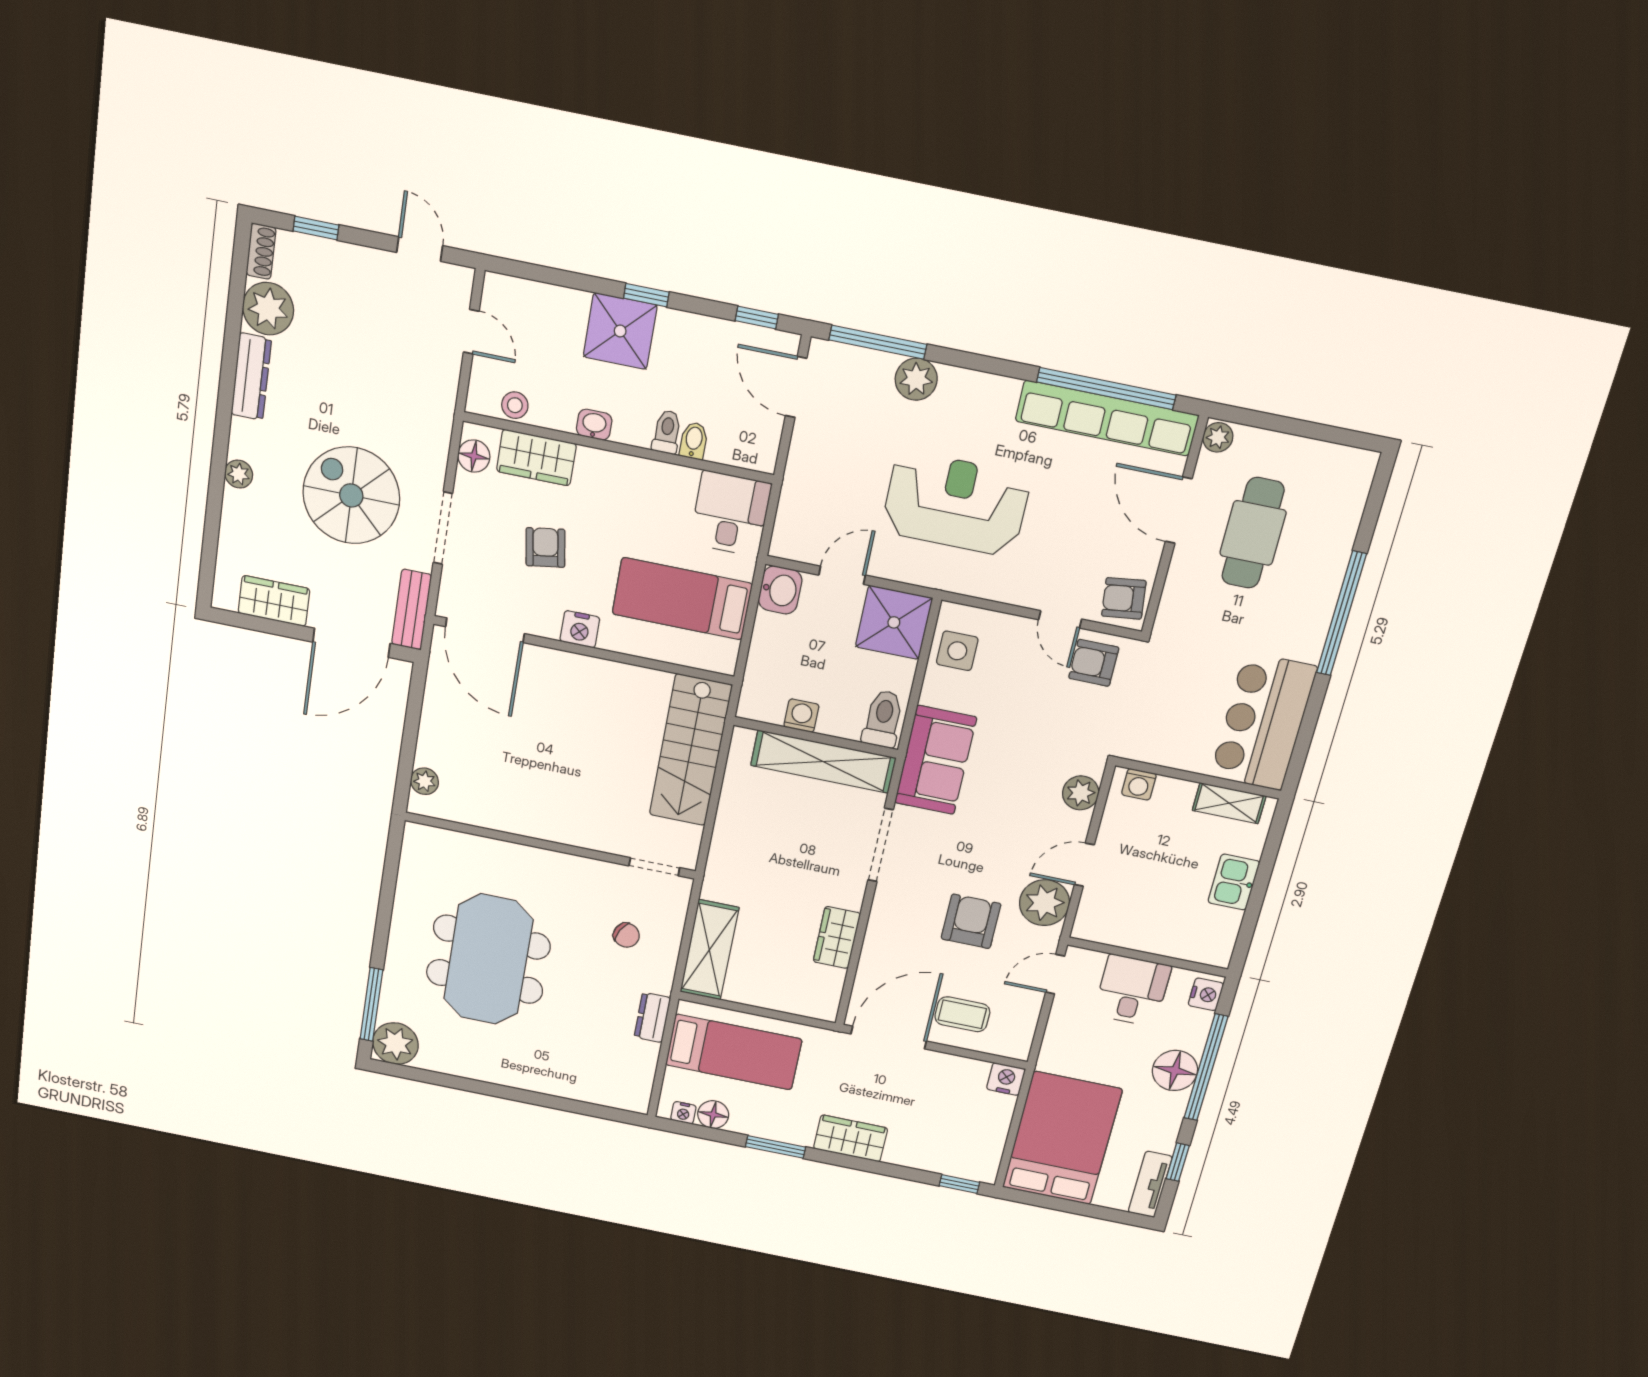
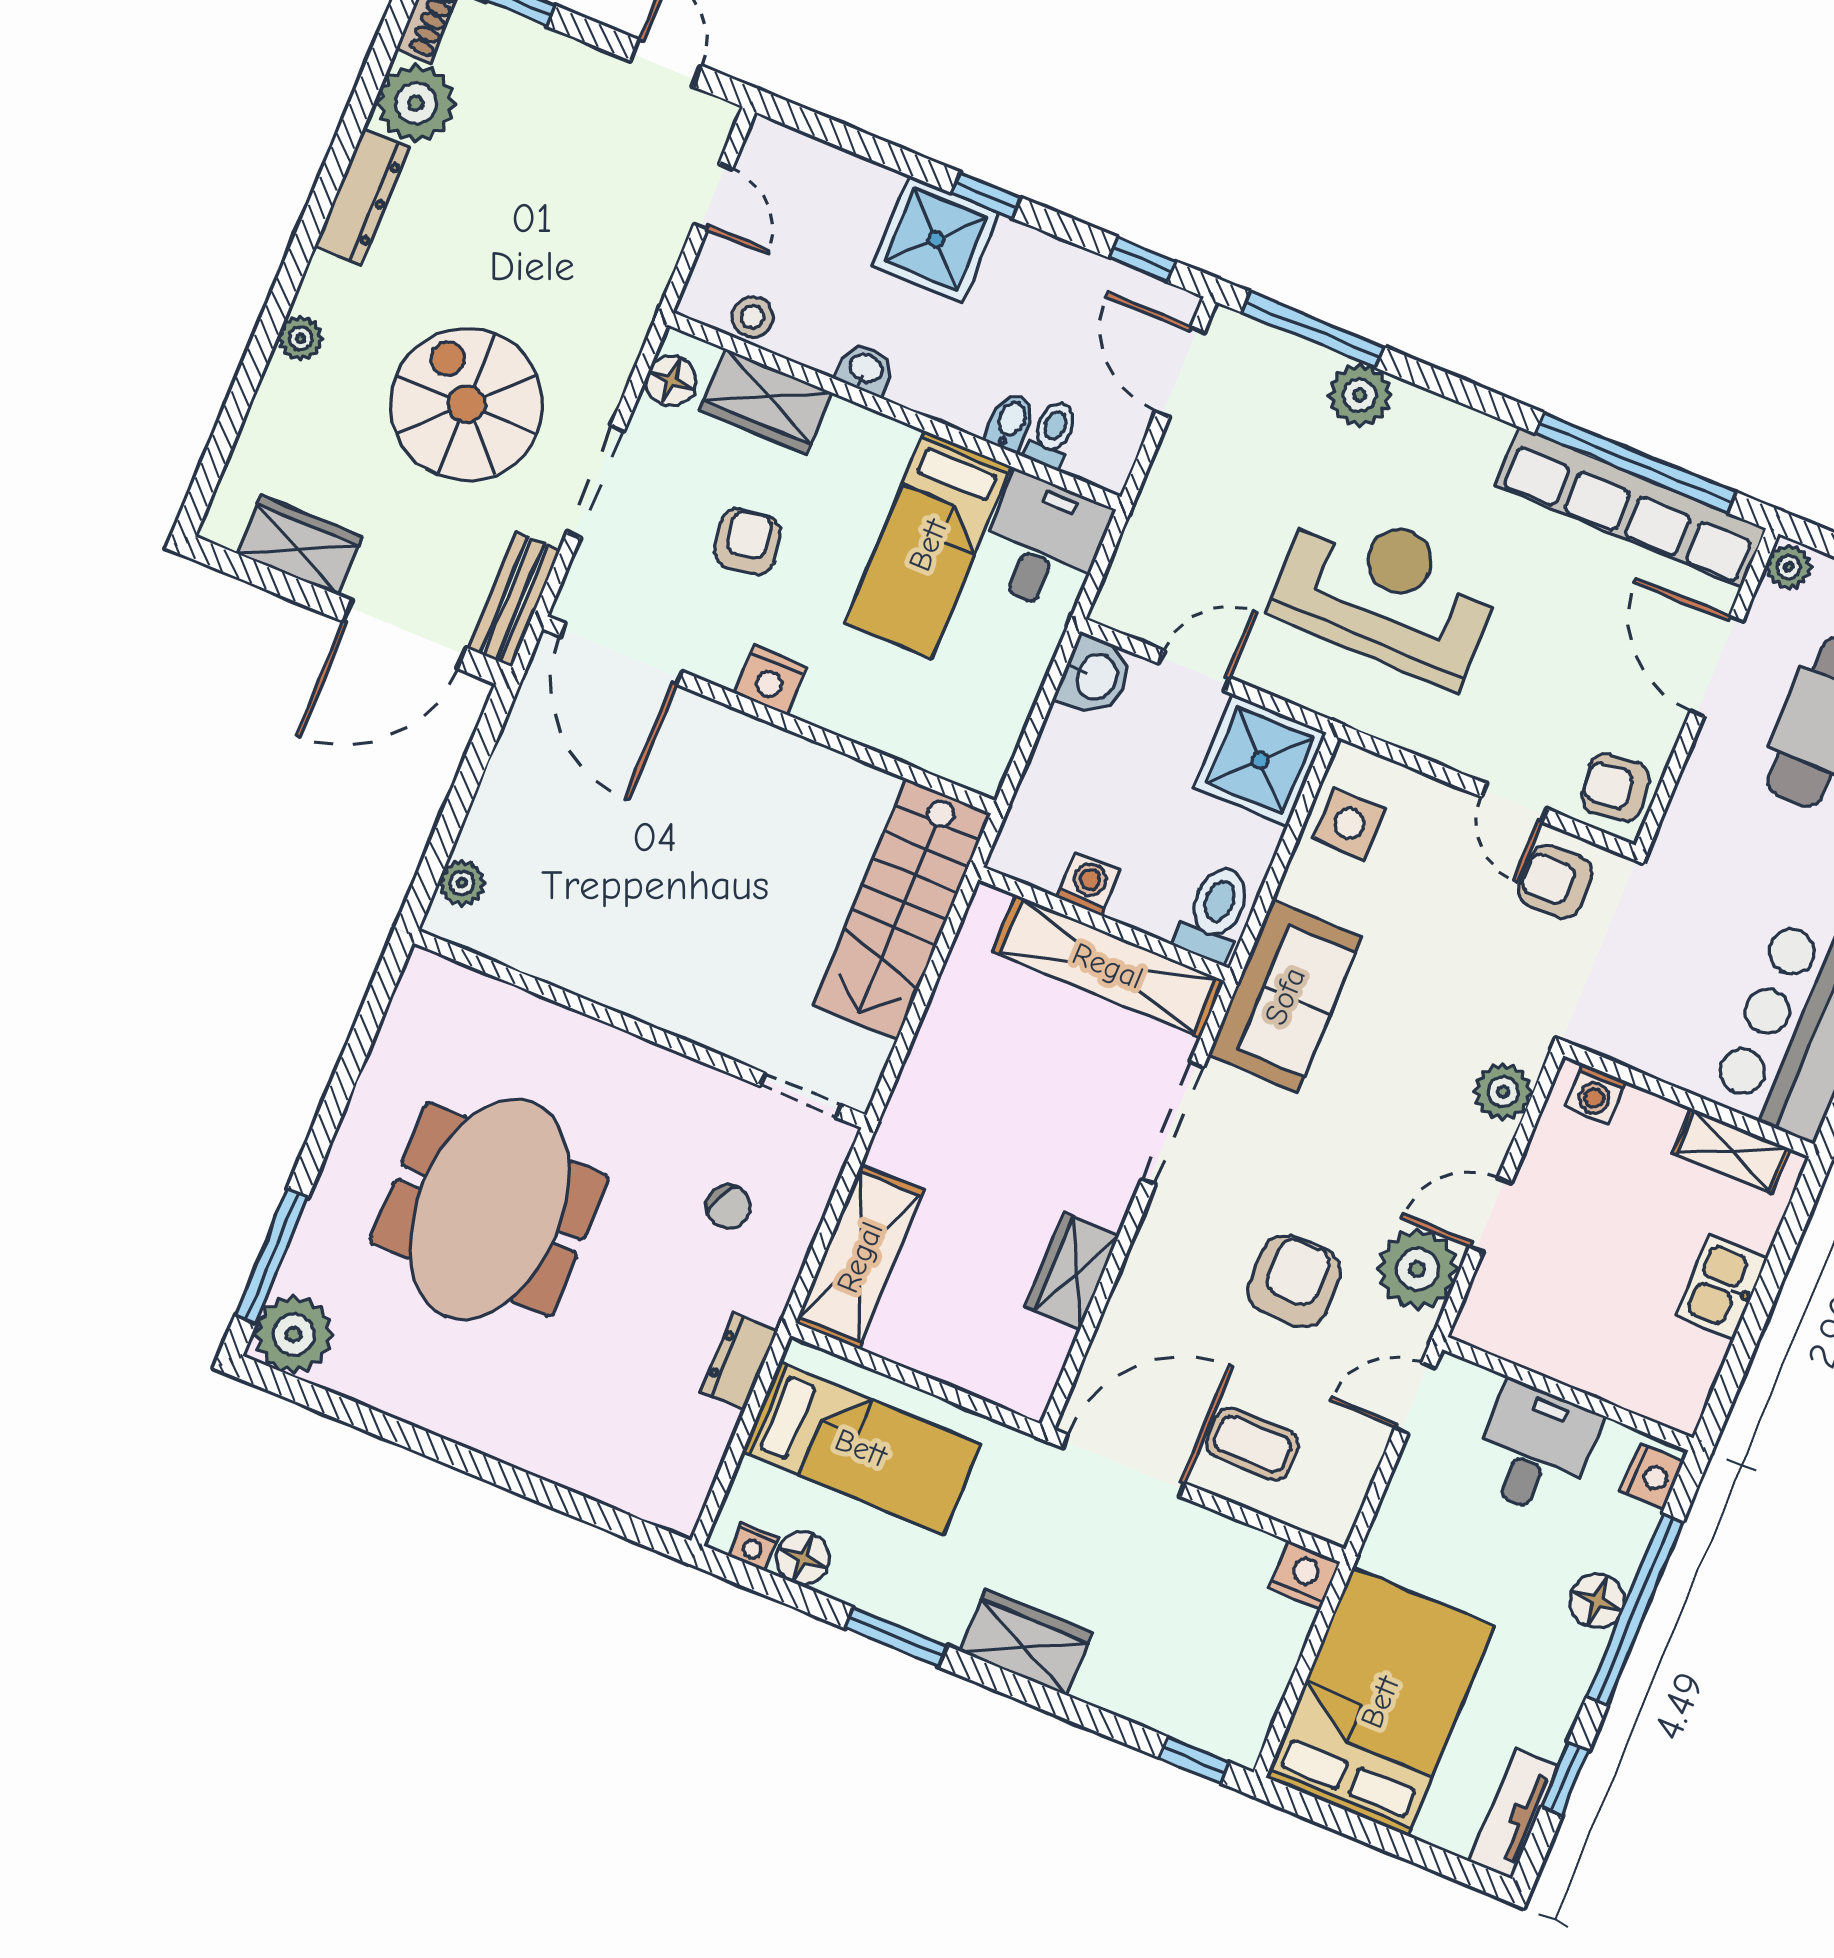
toilet: (667, 432) -> (1052, 434), moved
bed: (682, 599) -> (928, 545), moved, turned -90
floor lamp: (1175, 1071) -> (1597, 1601), width x0.73, depth x0.73

